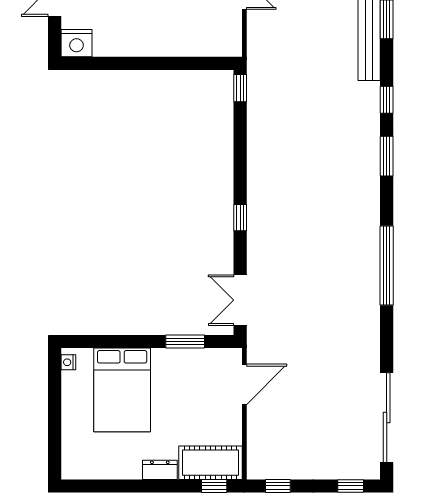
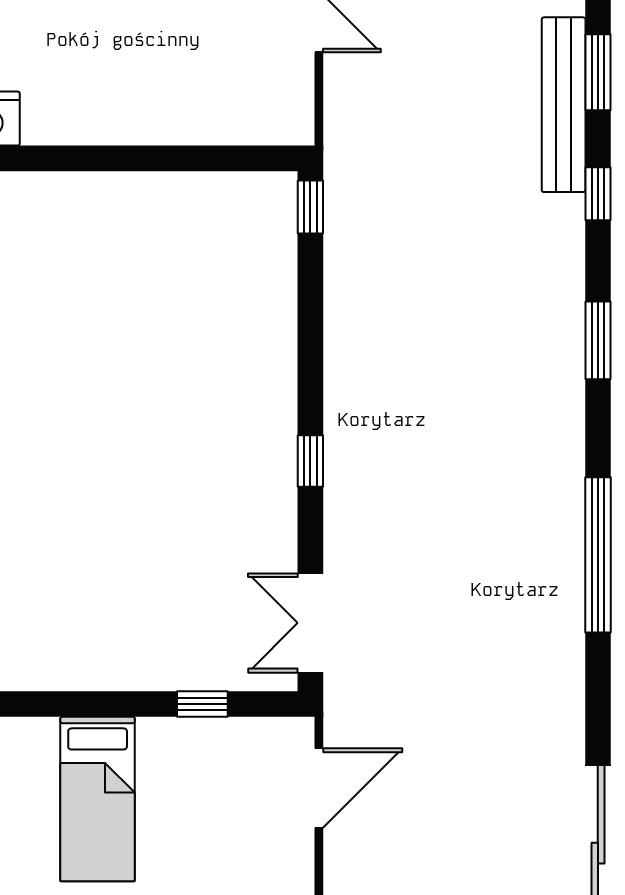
window: (387, 100) -> (598, 194), moved
window: (185, 342) -> (202, 704), width x0.67
bed: (122, 390) -> (98, 799), width x0.67

